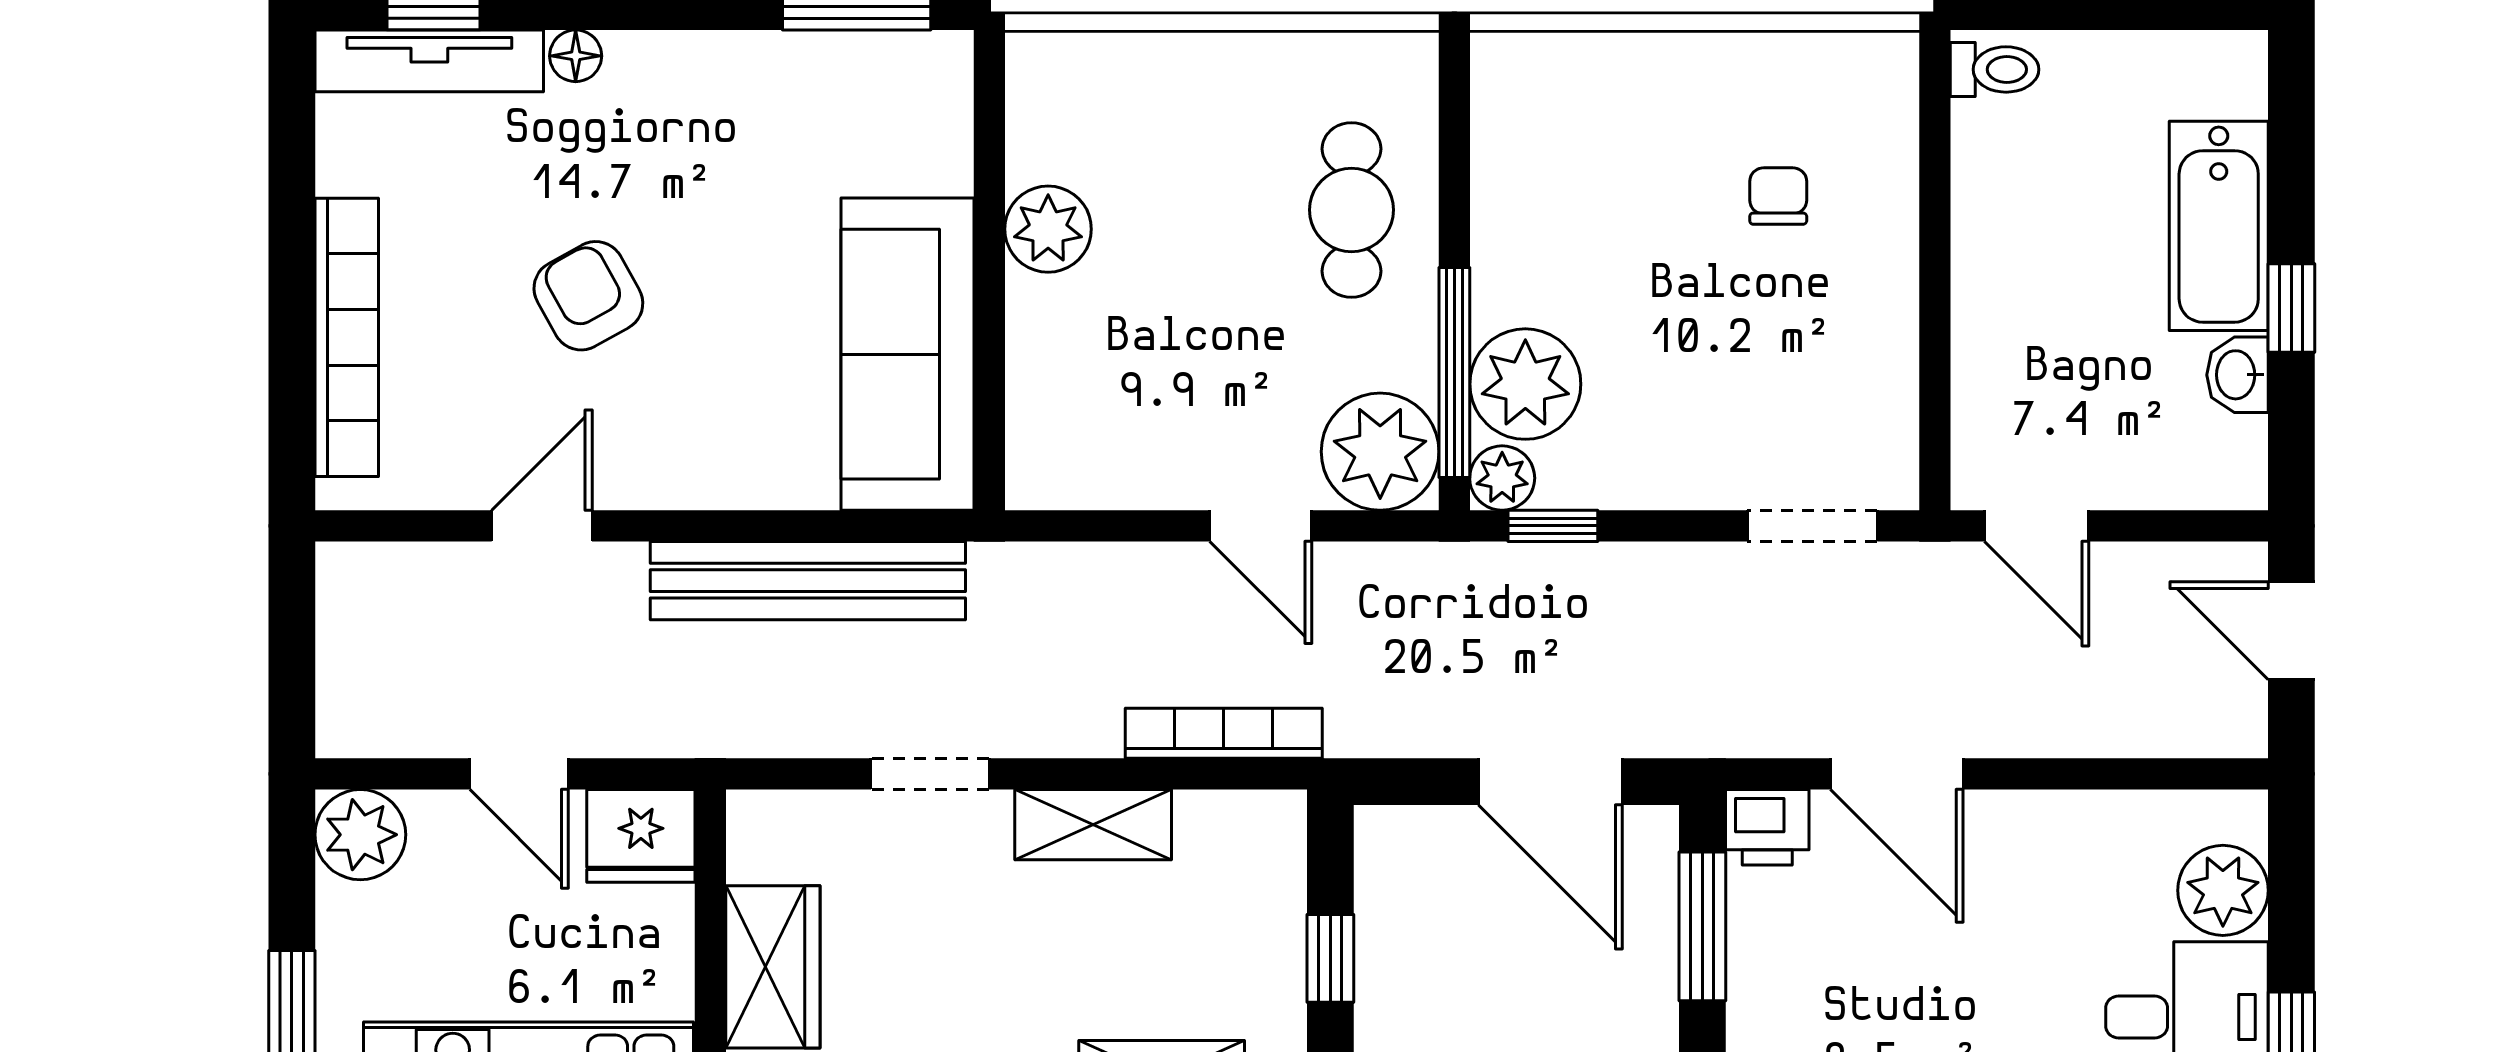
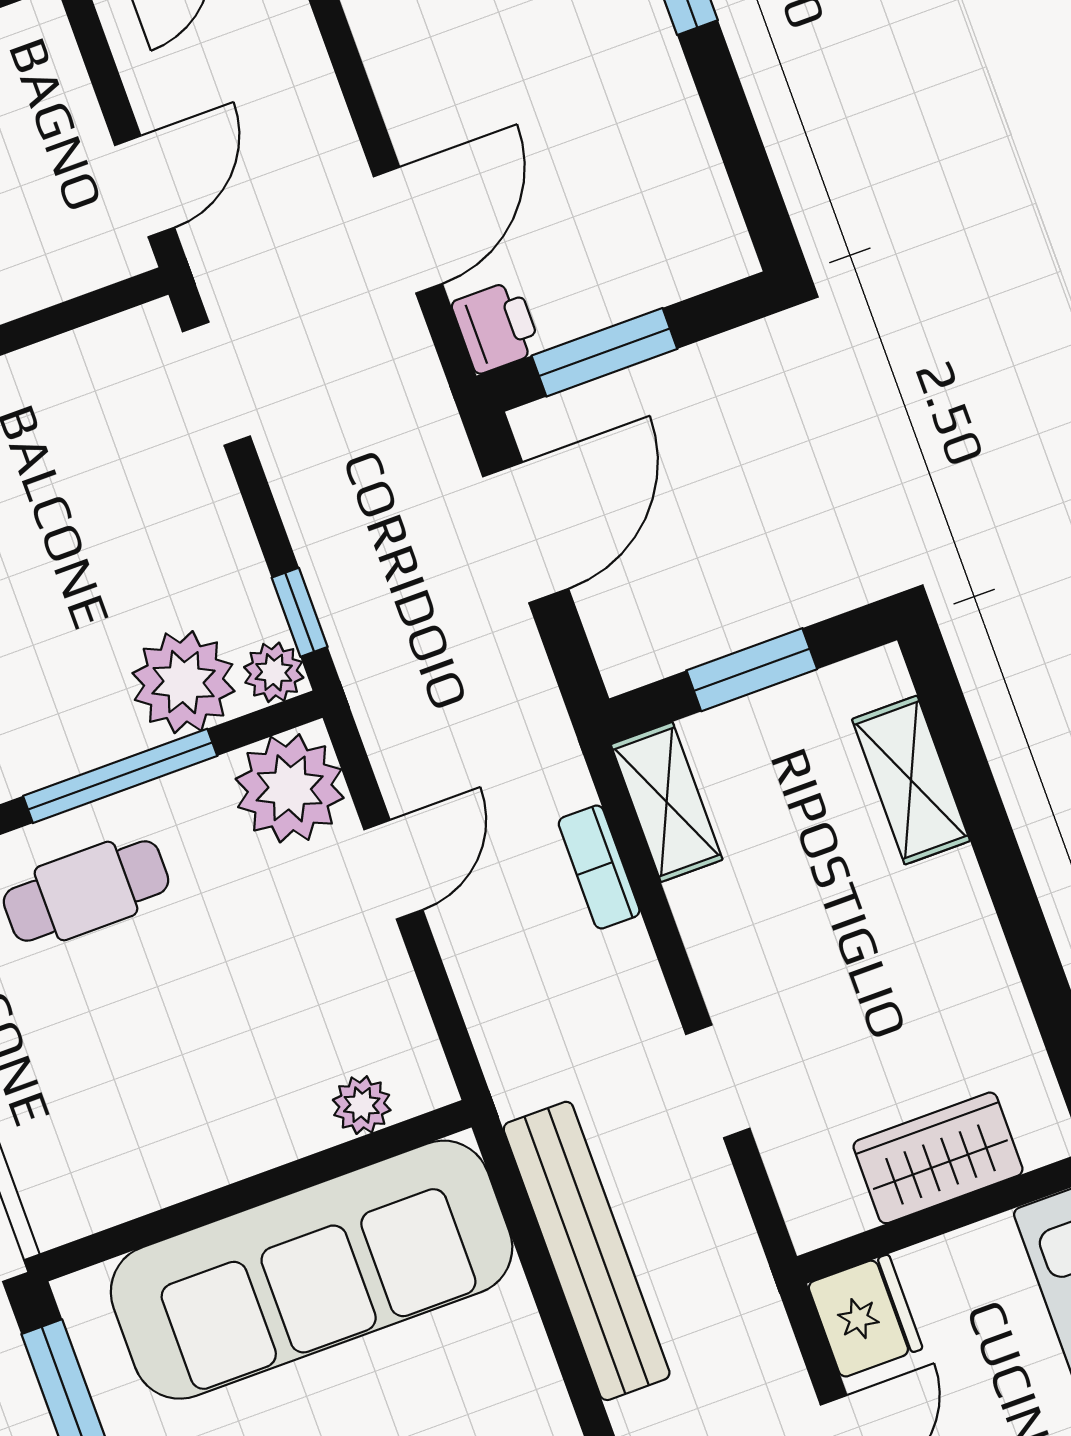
plant: (1048, 229) -> (362, 1105), moved, width x0.73, depth x0.73
sofa: (907, 354) -> (312, 1270), width x1.36, depth x1.27
window: (1454, 373) -> (120, 776), moved
bookcase: (1224, 733) -> (599, 867), width x0.64
shelving: (1093, 825) -> (667, 802), moved
window: (1330, 958) -> (752, 670), width x1.50

